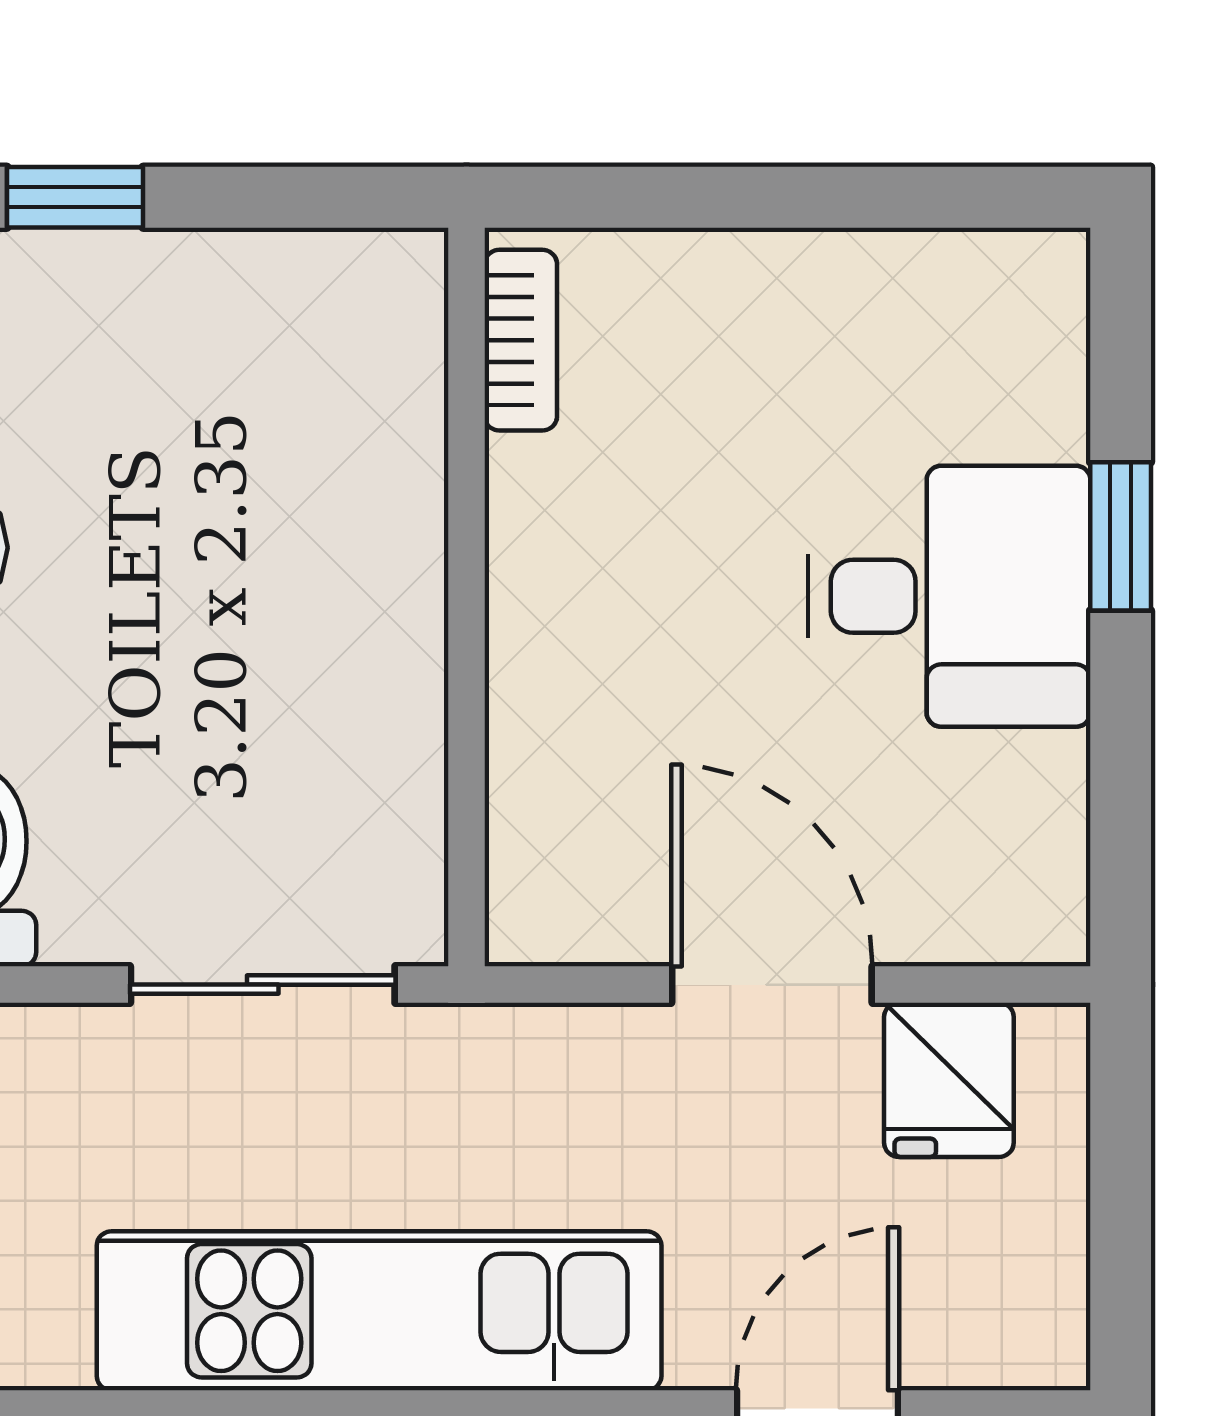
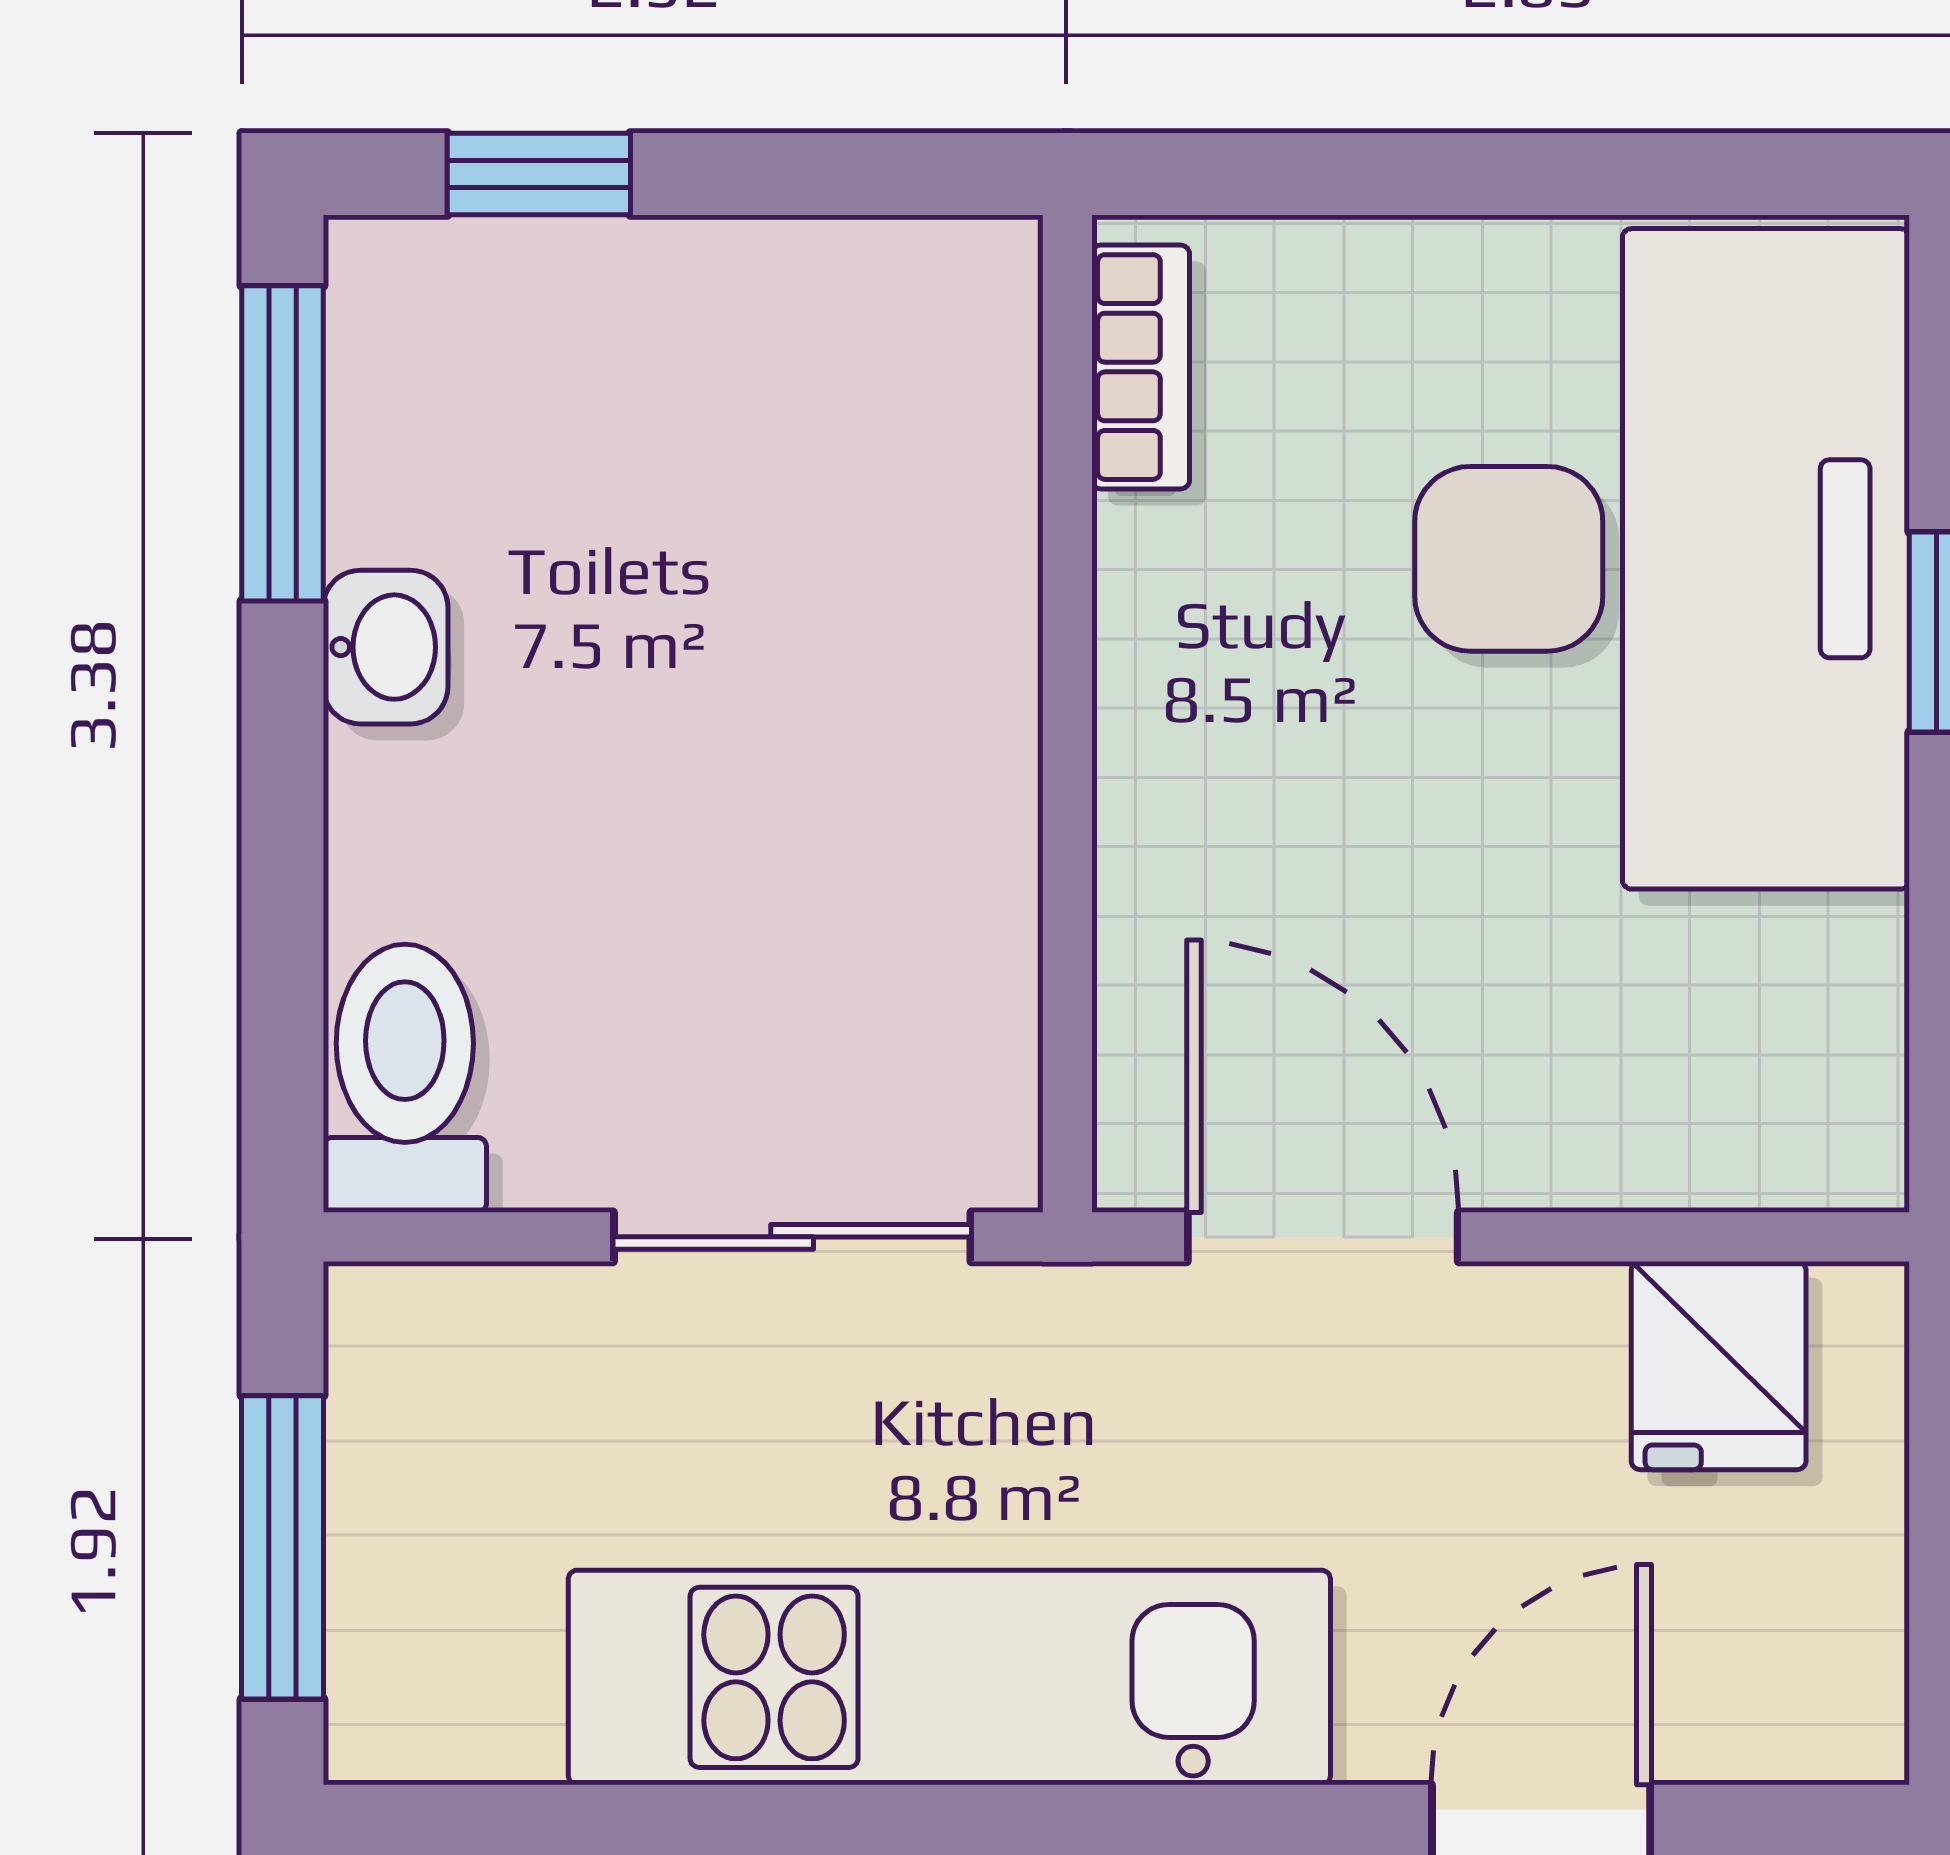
desk: (949, 596) -> (1662, 559), width x1.87, depth x1.30
door: (772, 985) -> (1323, 1237), moved

